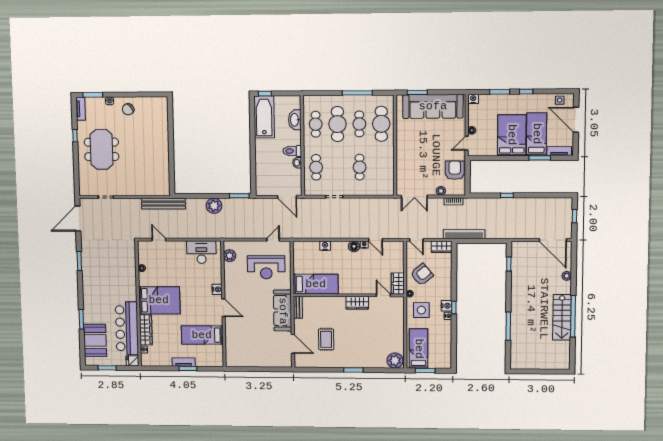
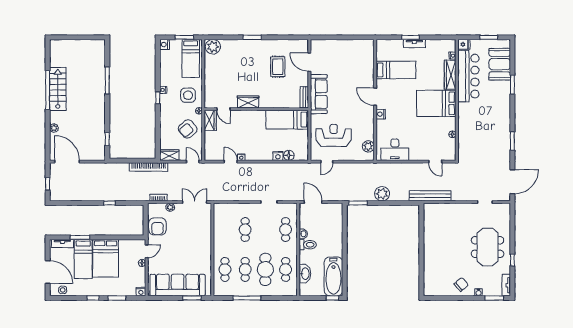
cafe table: (381, 124) -> (225, 269), width x0.73, depth x0.74
floor lamp: (354, 246) -> (289, 155), moved
nightstand: (447, 306) -> (165, 44), moved

